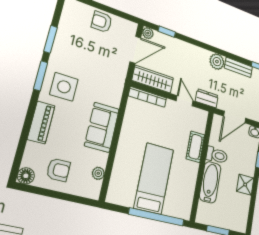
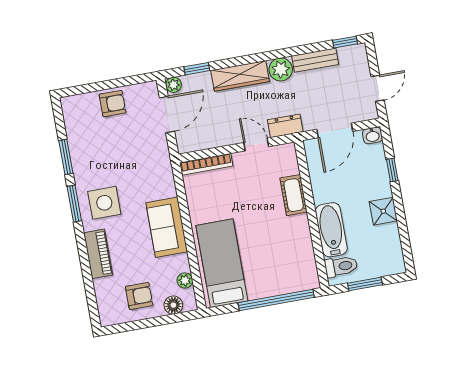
armchair: (102, 22) -> (112, 104), turned 180
wardrobe: (153, 79) -> (240, 76), moved, turned 180
toilet: (217, 155) -> (341, 266), moved
floor lamp: (26, 176) -> (173, 305), moved
bed: (154, 178) -> (222, 263), moved

